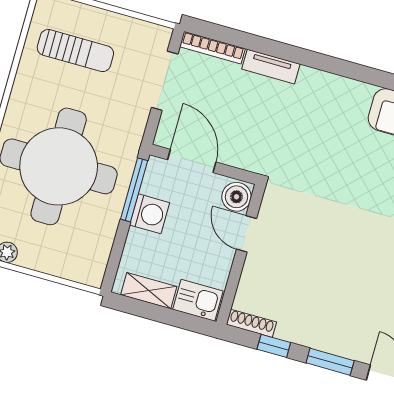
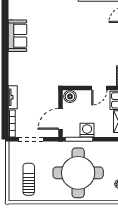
door: (246, 234) -> (99, 88), moved

